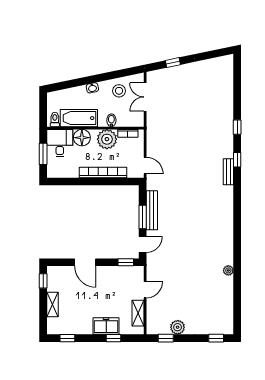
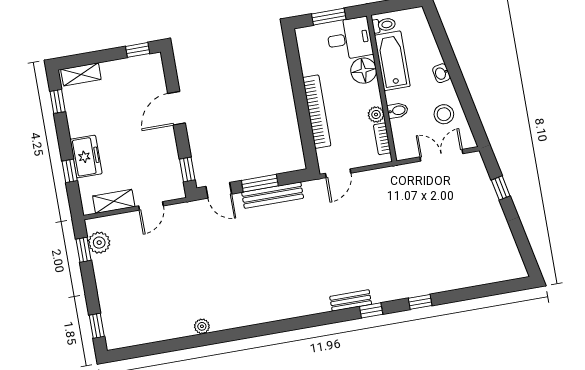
plant: (107, 139) -> (376, 114), width x0.53, depth x0.53
door: (145, 290) -> (151, 206), hinge flipped
shelving: (53, 304) -> (81, 74), moved
plant: (178, 327) -> (99, 243), moved

